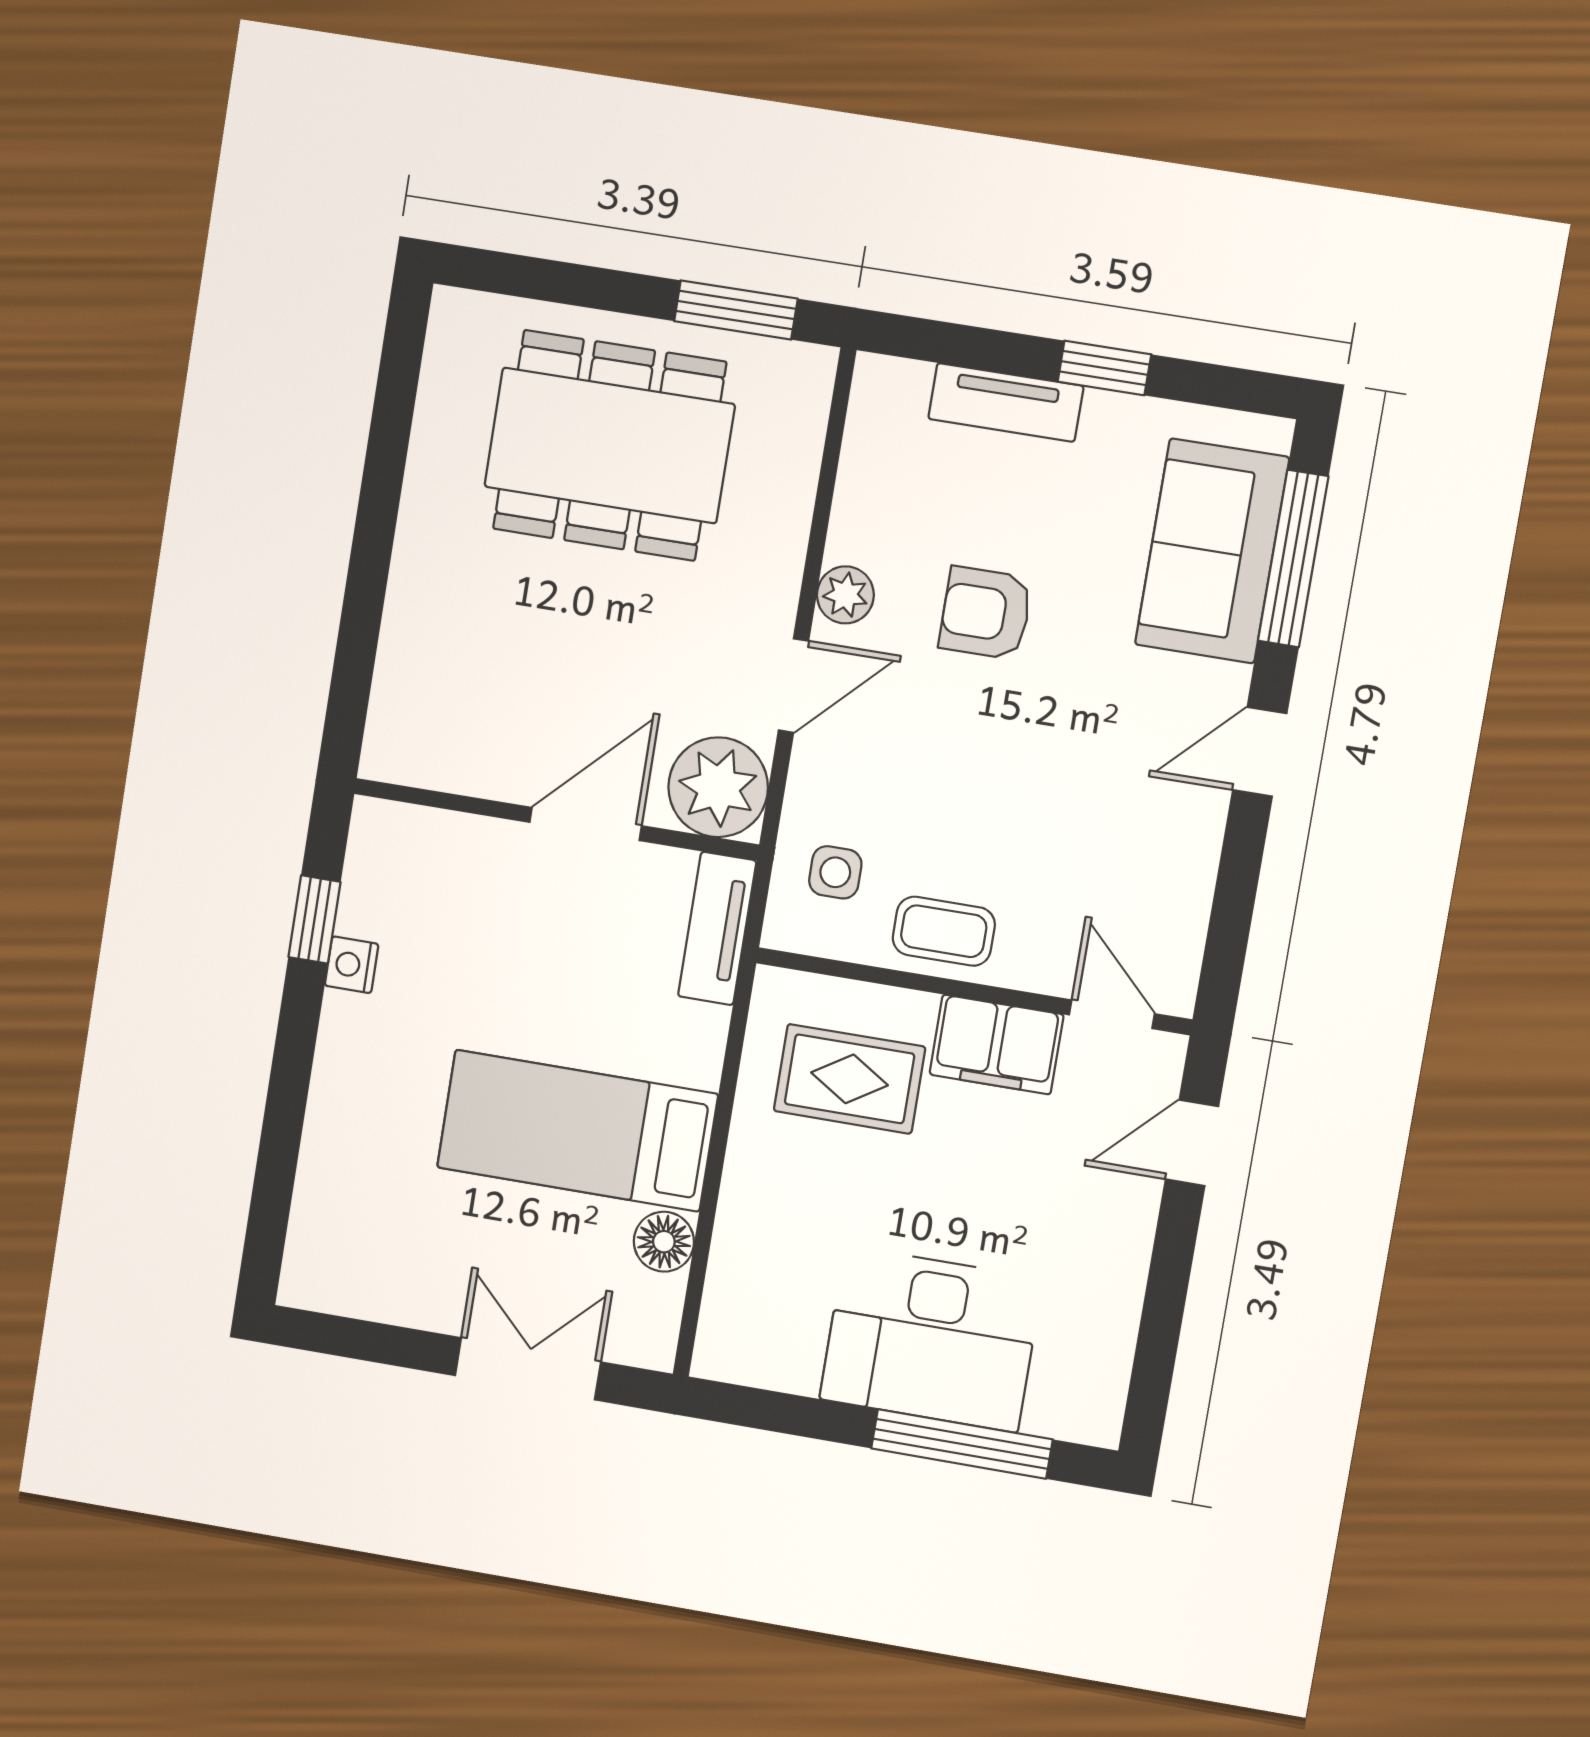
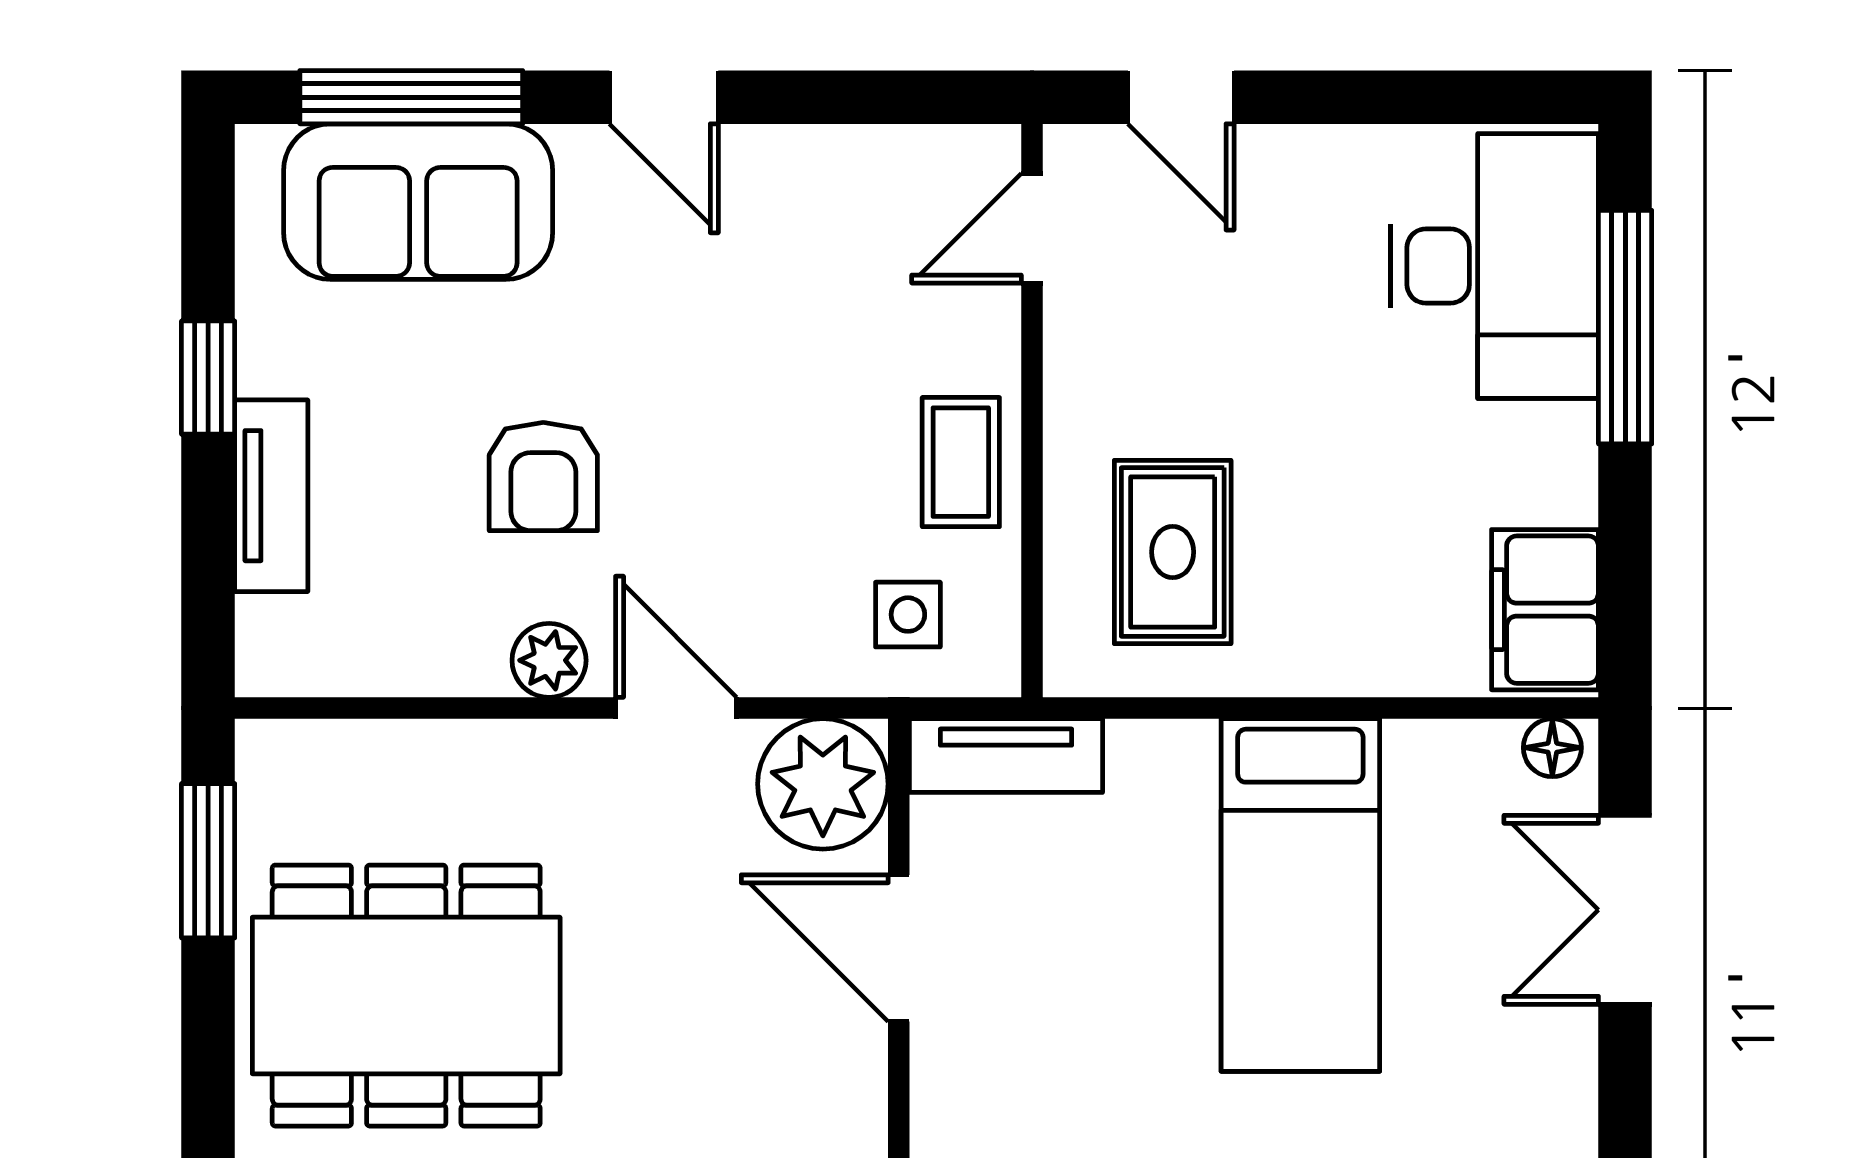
dining table: (610, 445) -> (406, 996), turned 90
filing cabinet: (997, 1045) -> (1545, 610), moved, turned 180
floor lamp: (664, 1242) -> (1552, 748), moved, width x0.73, depth x0.73
desk: (931, 1339) -> (1494, 266), moved

